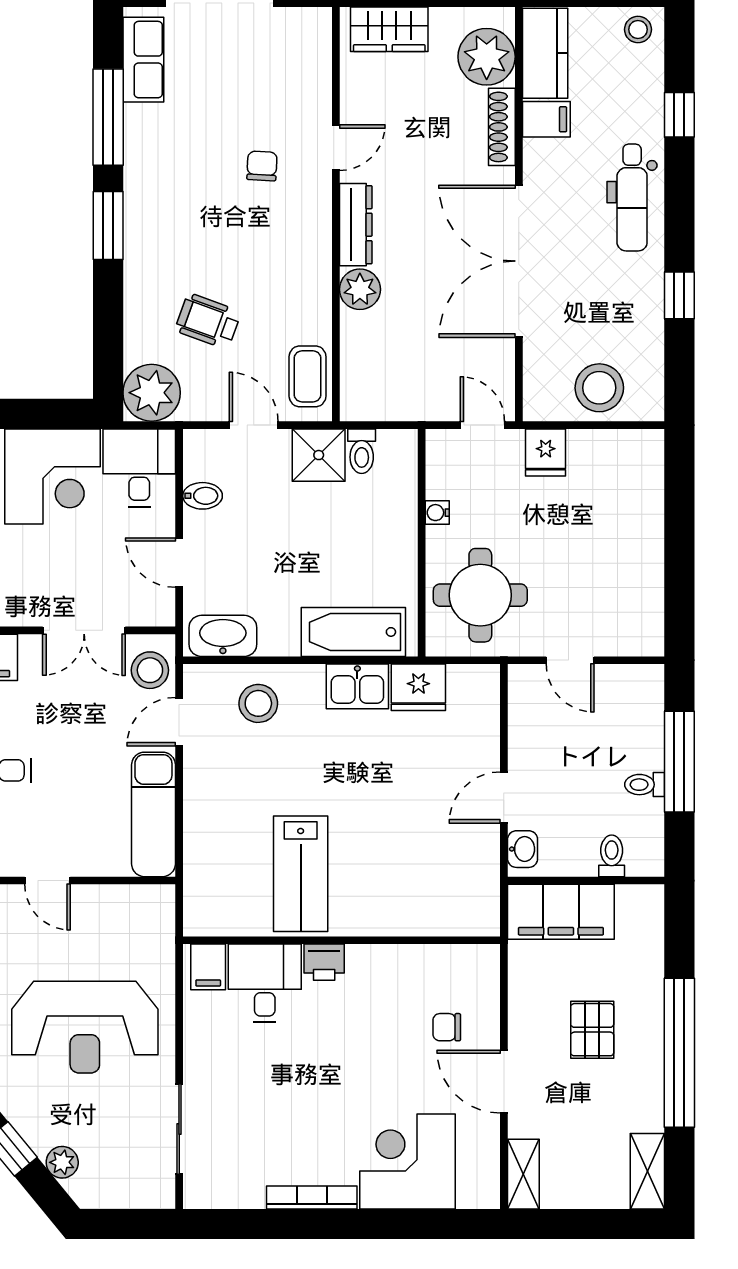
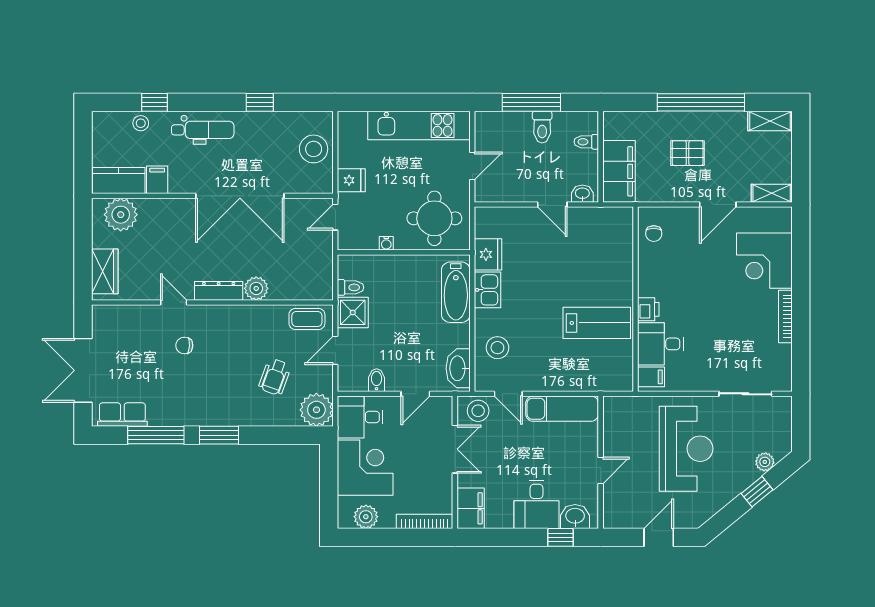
stool: (638, 29) -> (141, 123), moved
shoe rack: (502, 127) -> (162, 206), removed
kitchen unit: (640, 569) -> (419, 125), added
toilet: (645, 785) -> (542, 127), width x1.37, depth x1.39
chair: (447, 1027) -> (654, 234), moved

